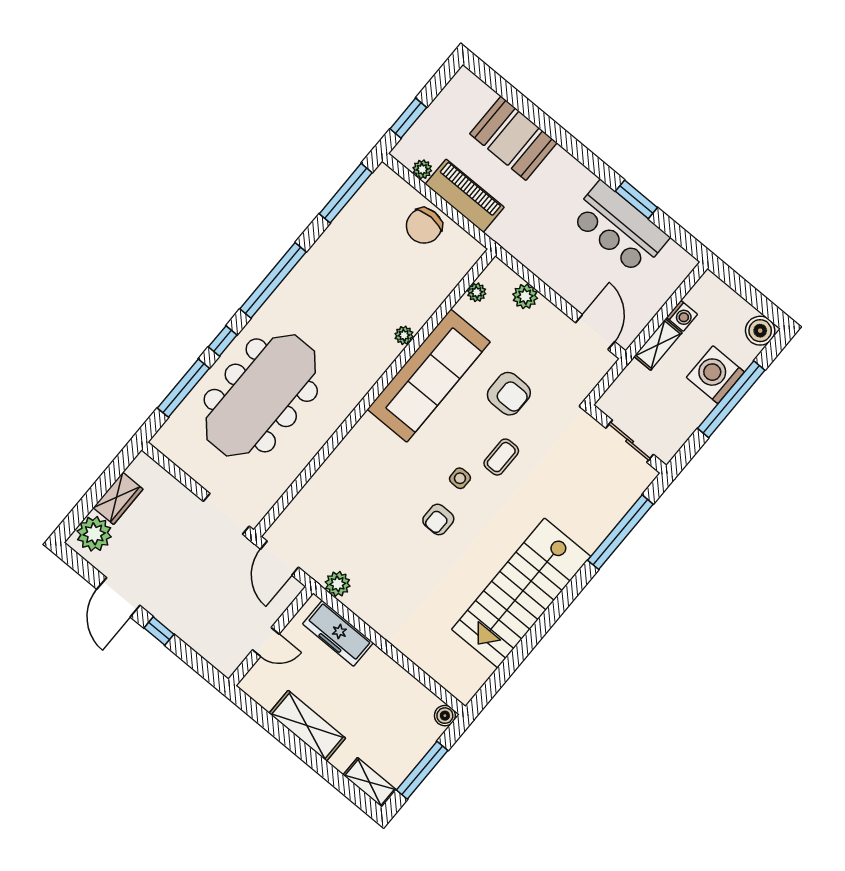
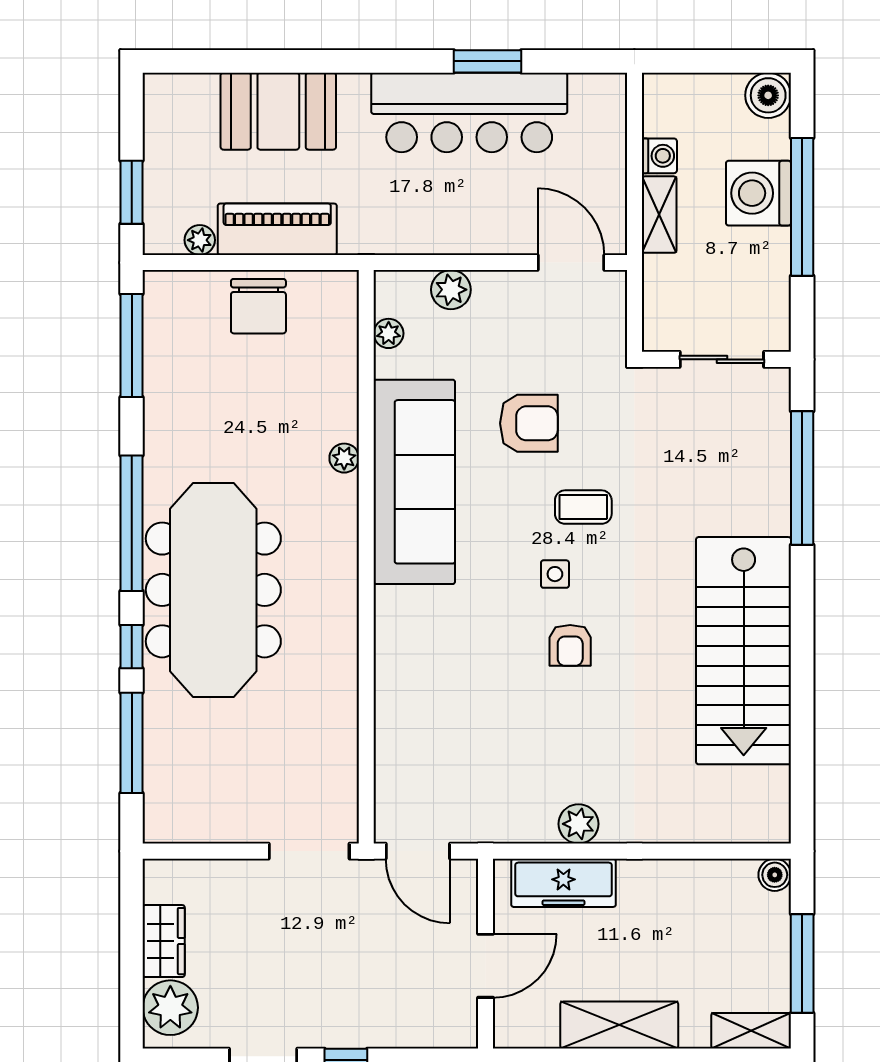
bar counter: (619, 228) -> (469, 112), width x1.36
meeting table: (261, 395) -> (213, 590), moved
coffee table: (501, 457) -> (583, 507), turned 90
plant: (338, 584) -> (578, 824), moved
door: (266, 642) -> (485, 966), width x1.38

